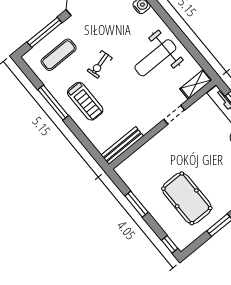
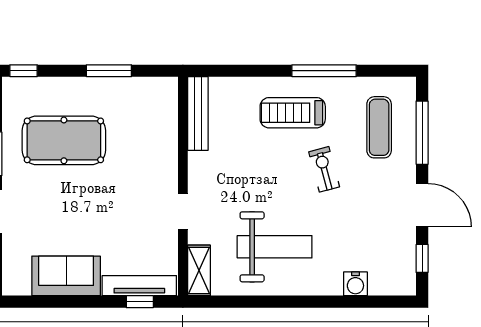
weight bench: (155, 58) -> (275, 247), turned 90

